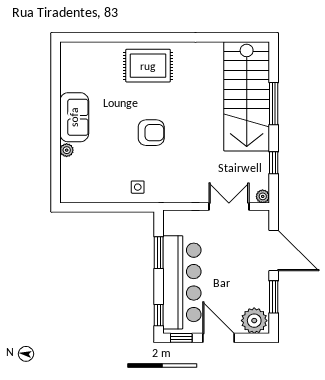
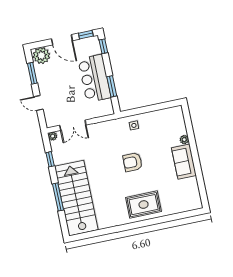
door: (274, 251) -> (38, 103), width x0.53
bar counter: (182, 282) -> (94, 78), width x0.73

